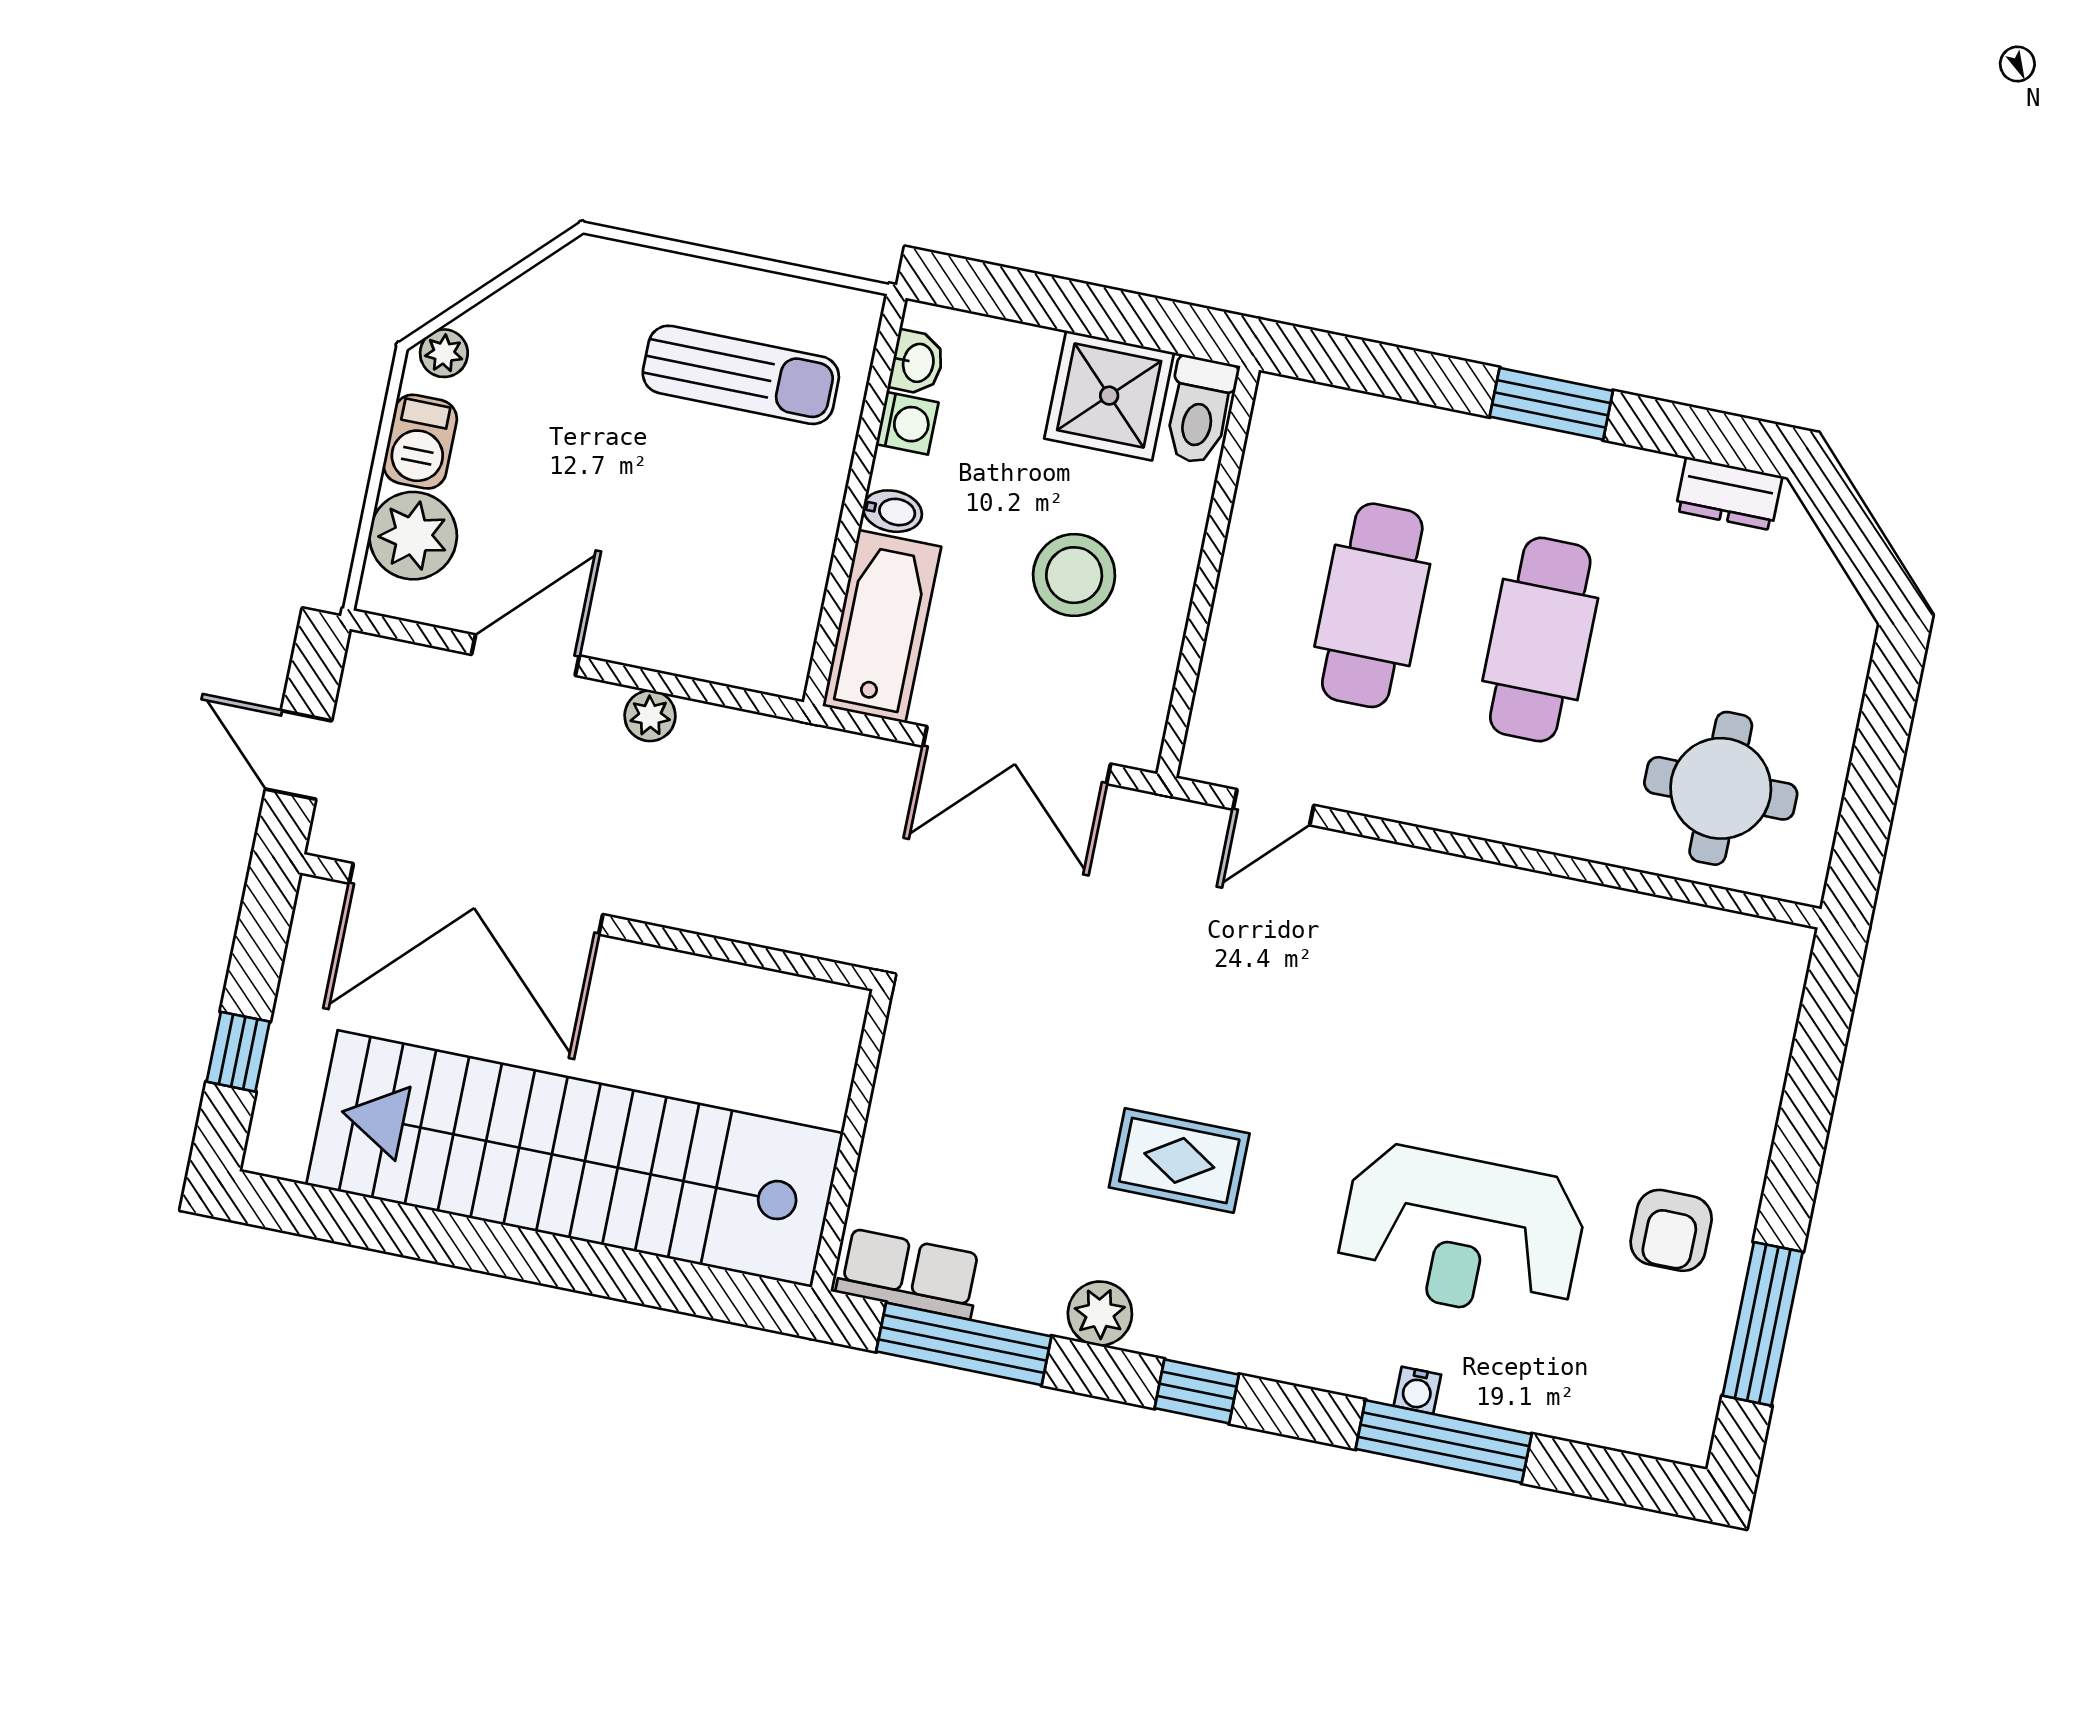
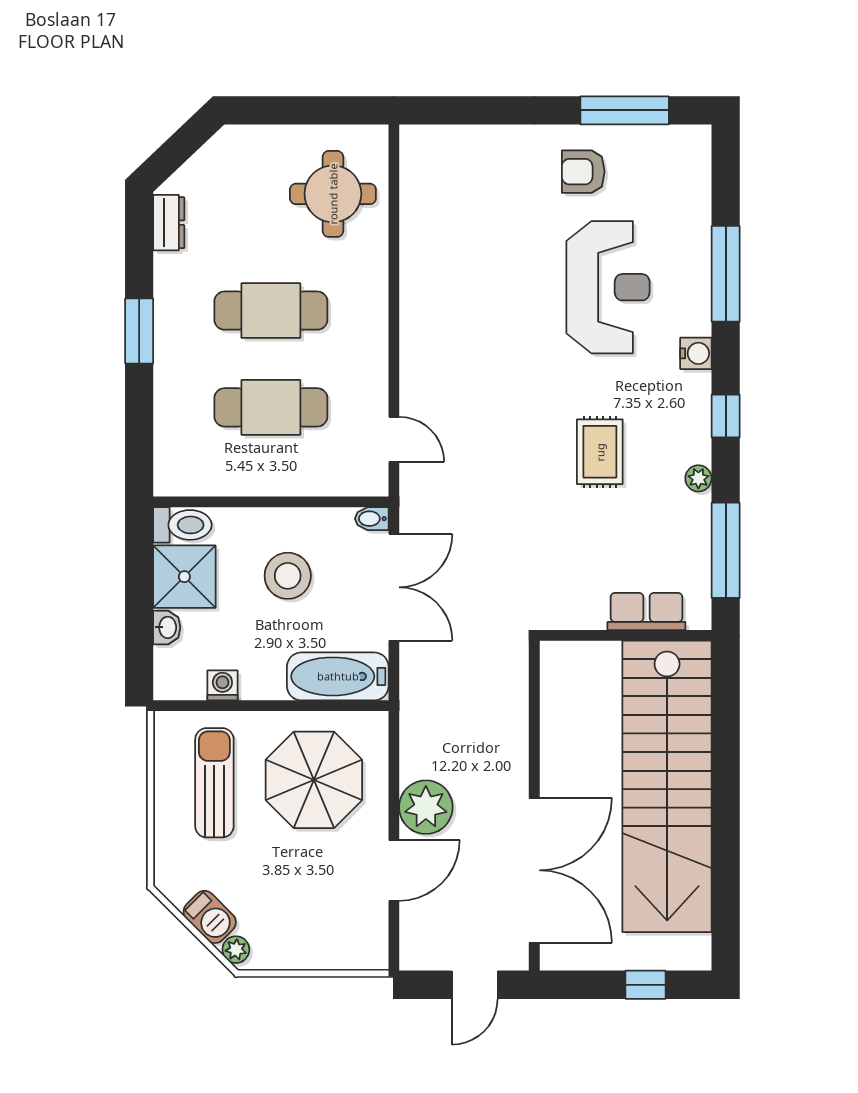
washbasin: (917, 363) -> (167, 627), moved, turned 90
barbecue: (420, 442) -> (210, 917), moved, turned 45
bidet: (892, 511) -> (372, 519), moved, turned -90
plant: (413, 536) -> (340, 946), removed
parasol: (711, 548) -> (314, 780), added
door: (525, 655) -> (394, 871), swing flipped
plant: (650, 716) -> (426, 807), width x1.87, depth x1.87
armchair: (1671, 1230) -> (583, 172), turned 180
row of seats: (909, 1274) -> (646, 611), moved, turned 90
plant: (1100, 1314) -> (698, 478), width x0.73, depth x0.73
water cooler: (1417, 1390) -> (696, 353), moved, width x1.38, depth x1.38

